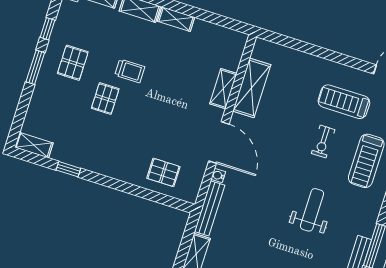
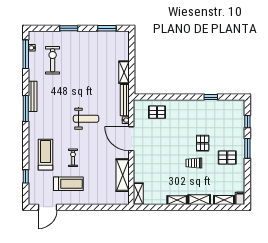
window: (47, 29) -> (247, 122), moved
pallet: (73, 63) -> (227, 157), turned 90
shelving: (223, 89) -> (138, 194), moved
shelving: (34, 145) -> (234, 104), removed
weight bench: (312, 210) -> (86, 119), moved, turned -90

